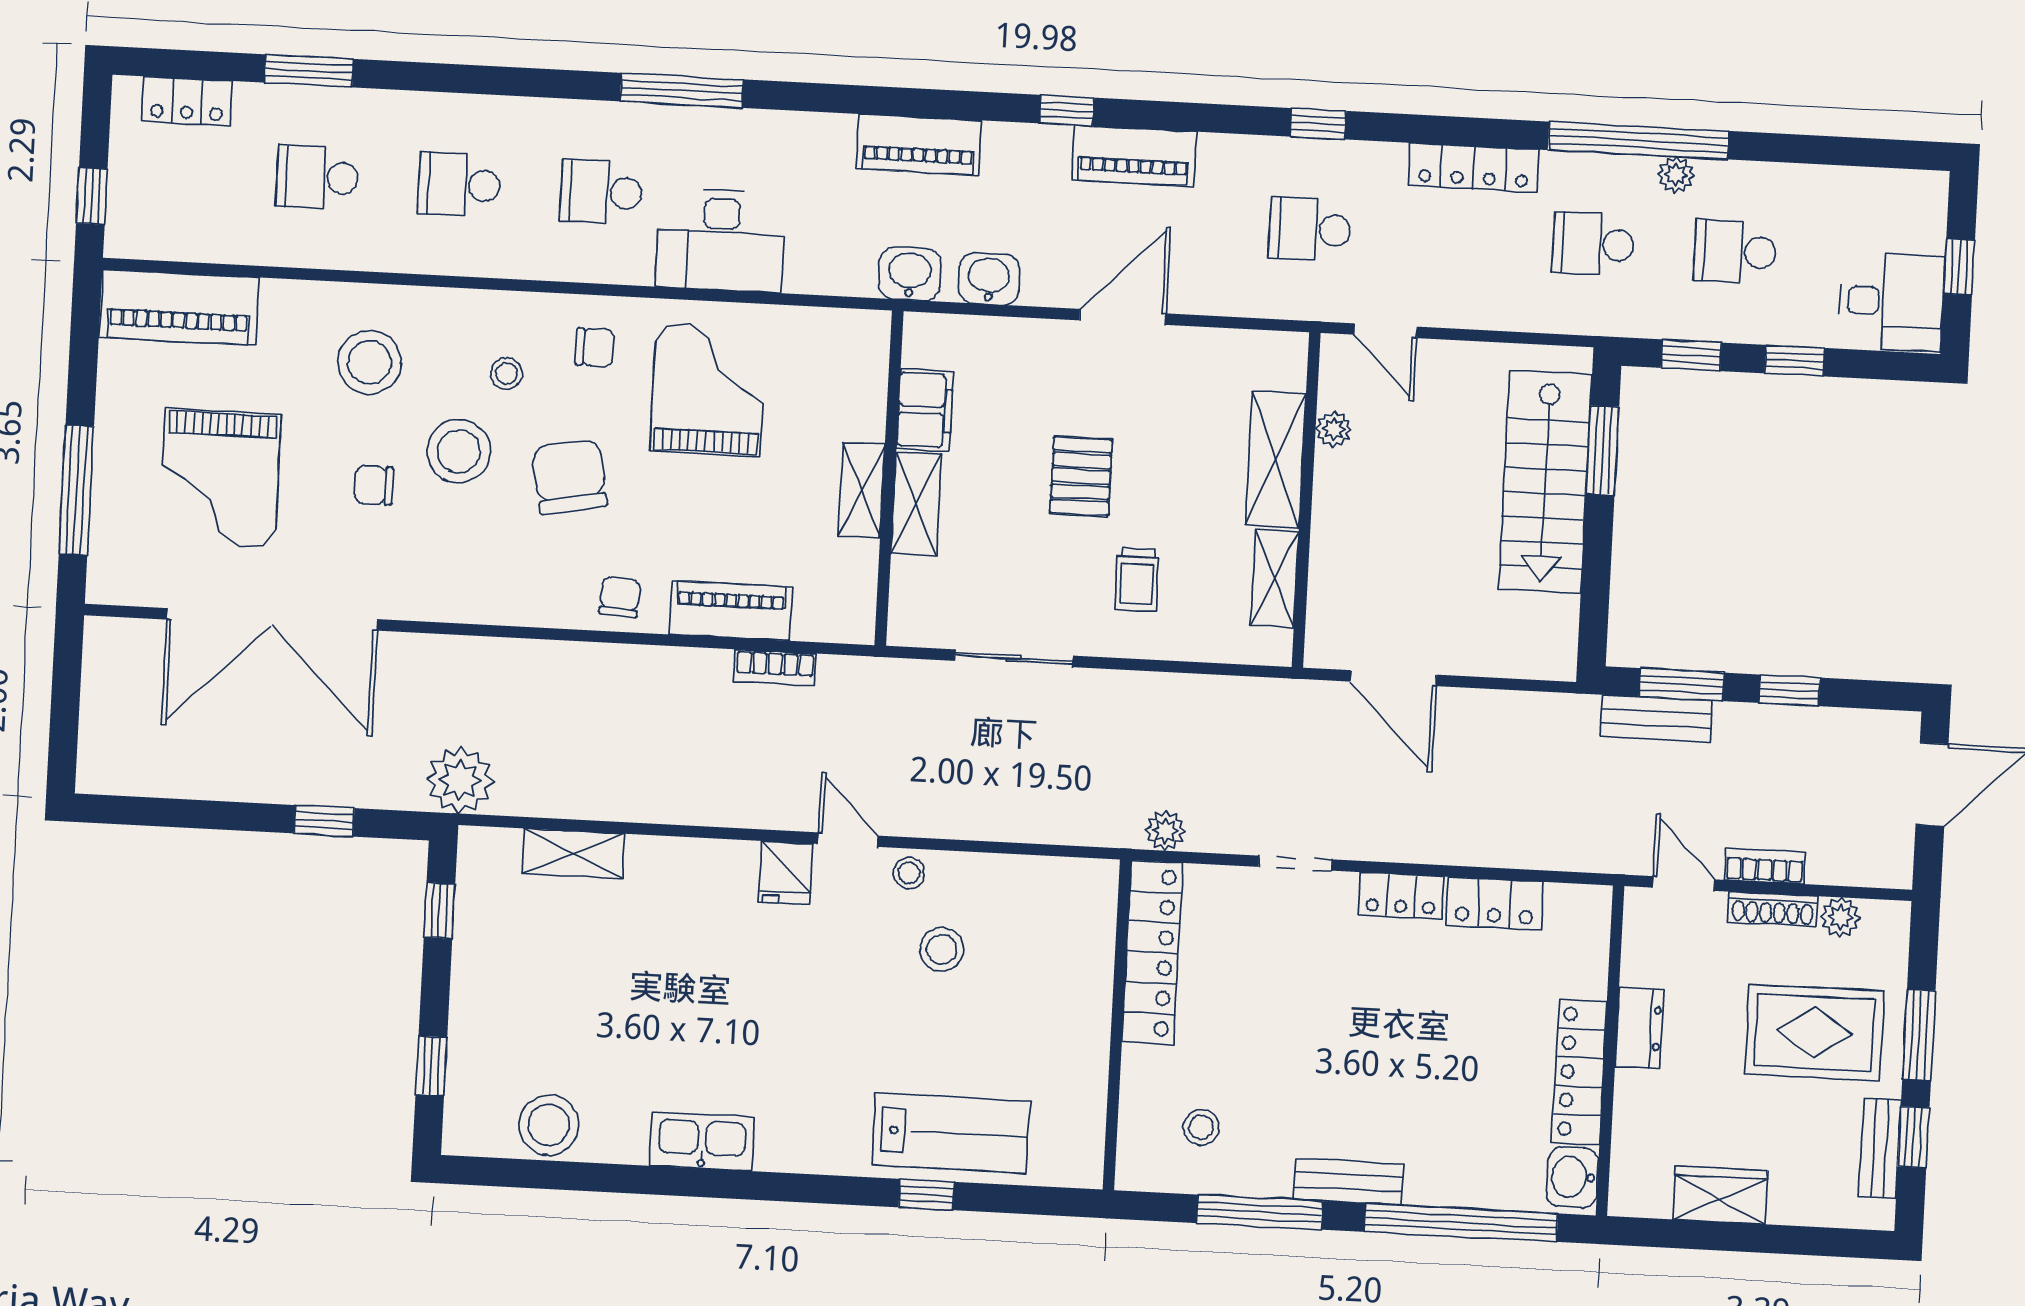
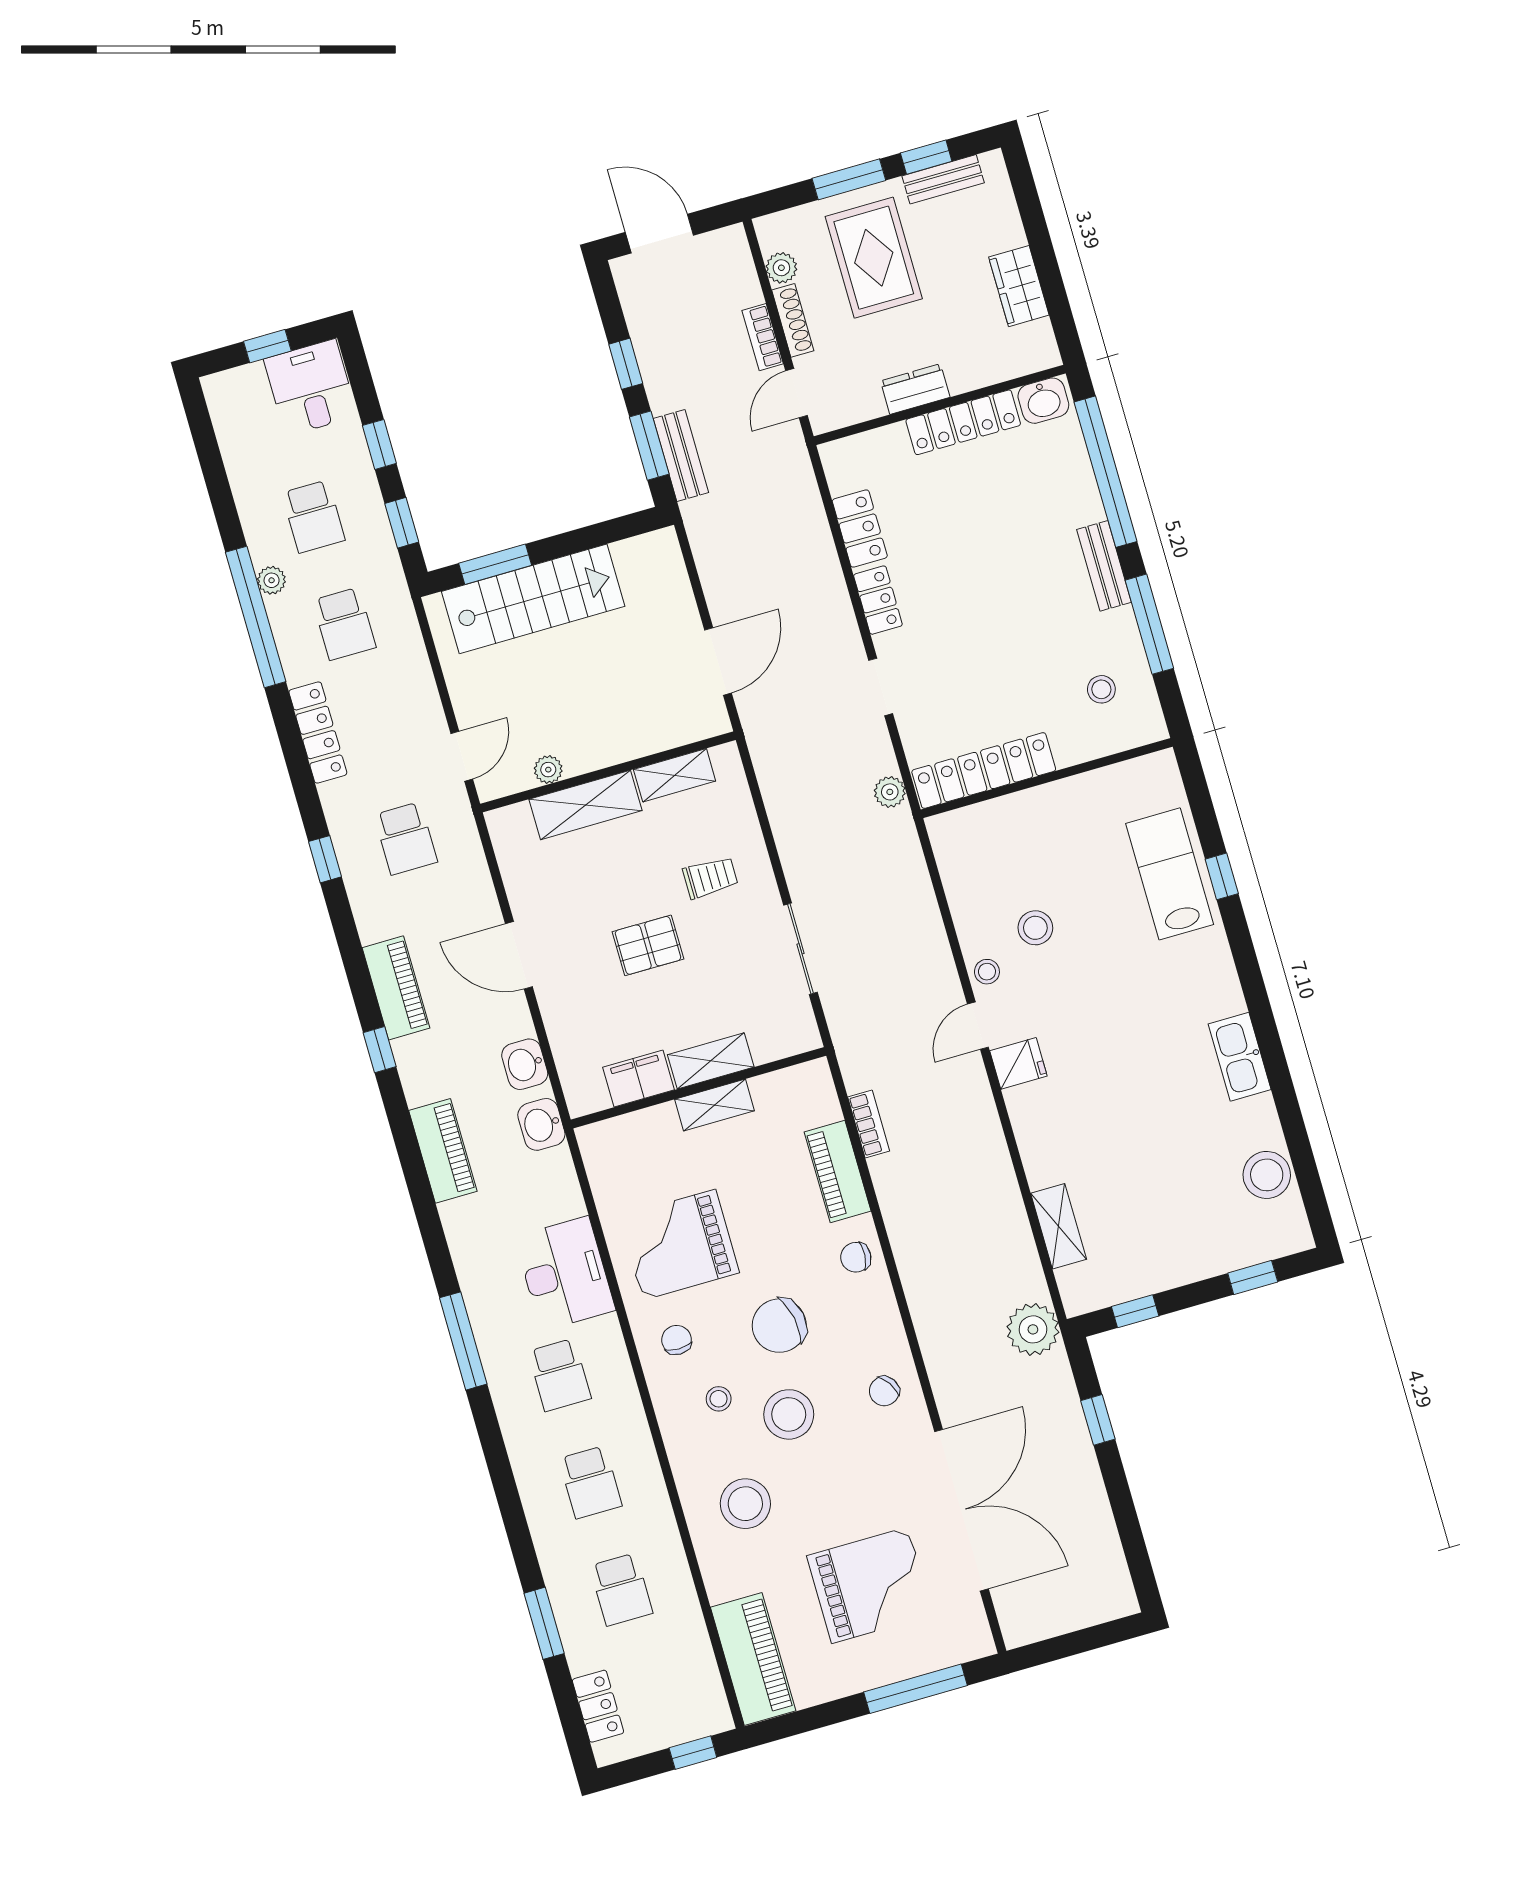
chair: (374, 485) -> (884, 1391), moved, turned 57

